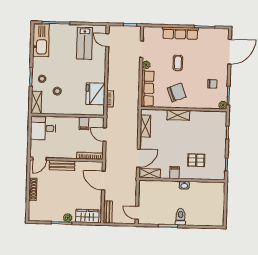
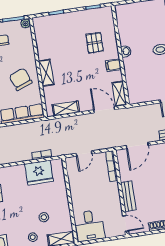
filing cabinet: (84, 123) -> (75, 180), removed

